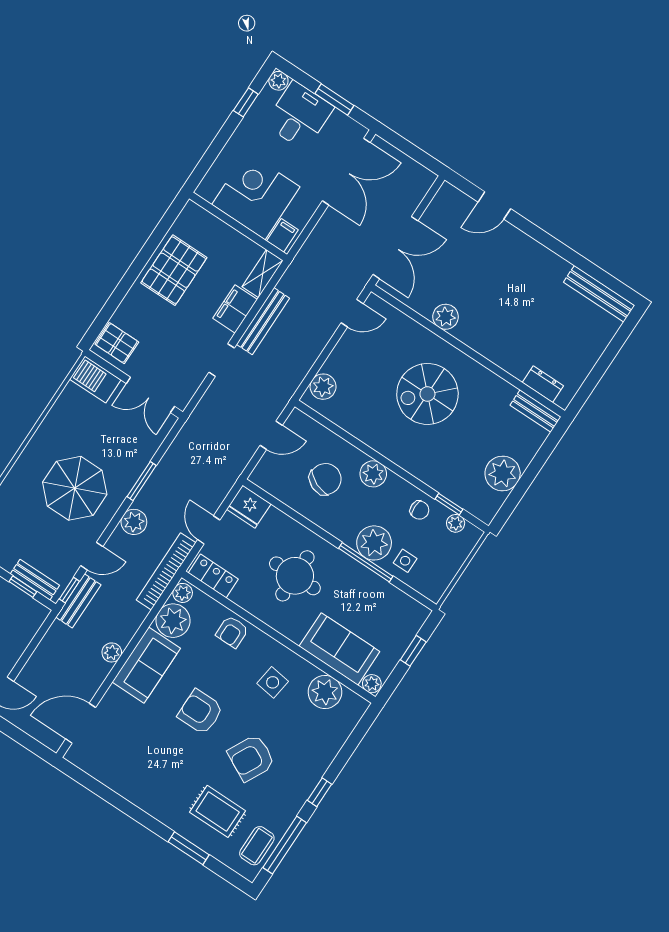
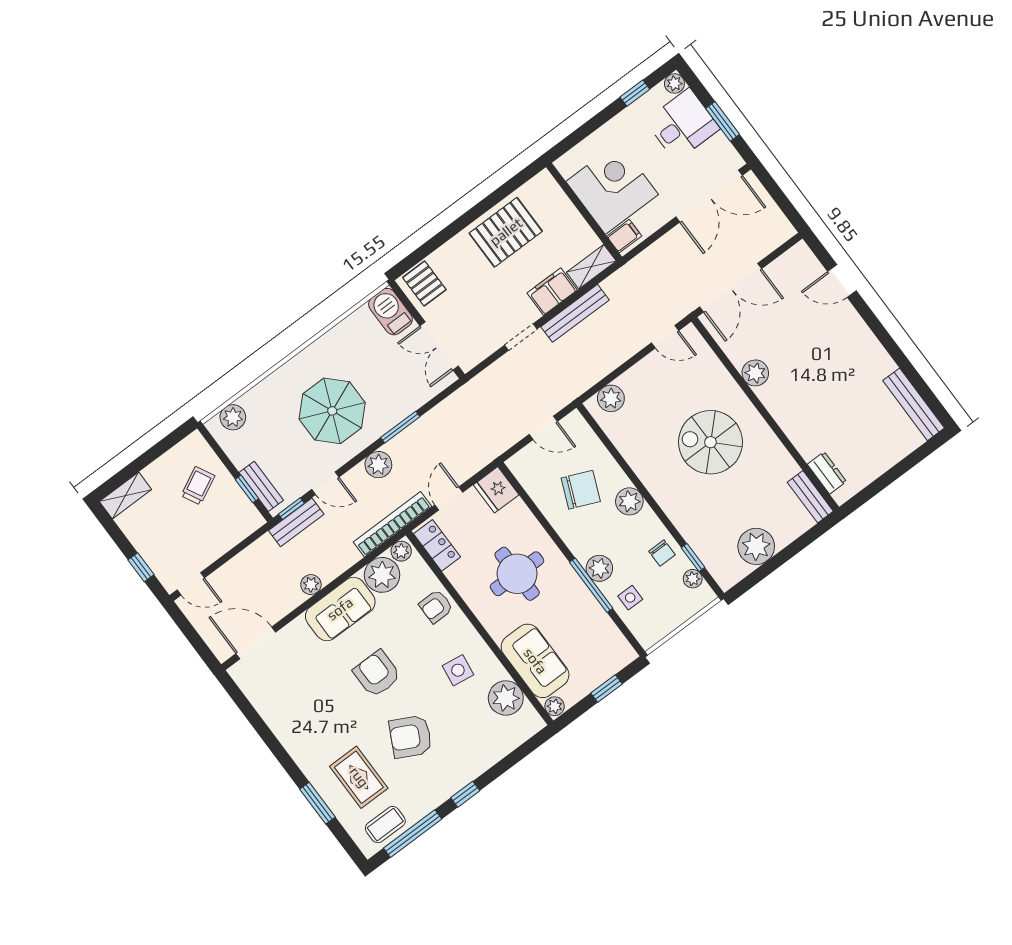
plant: (374, 543) -> (599, 568), width x0.73, depth x0.73

